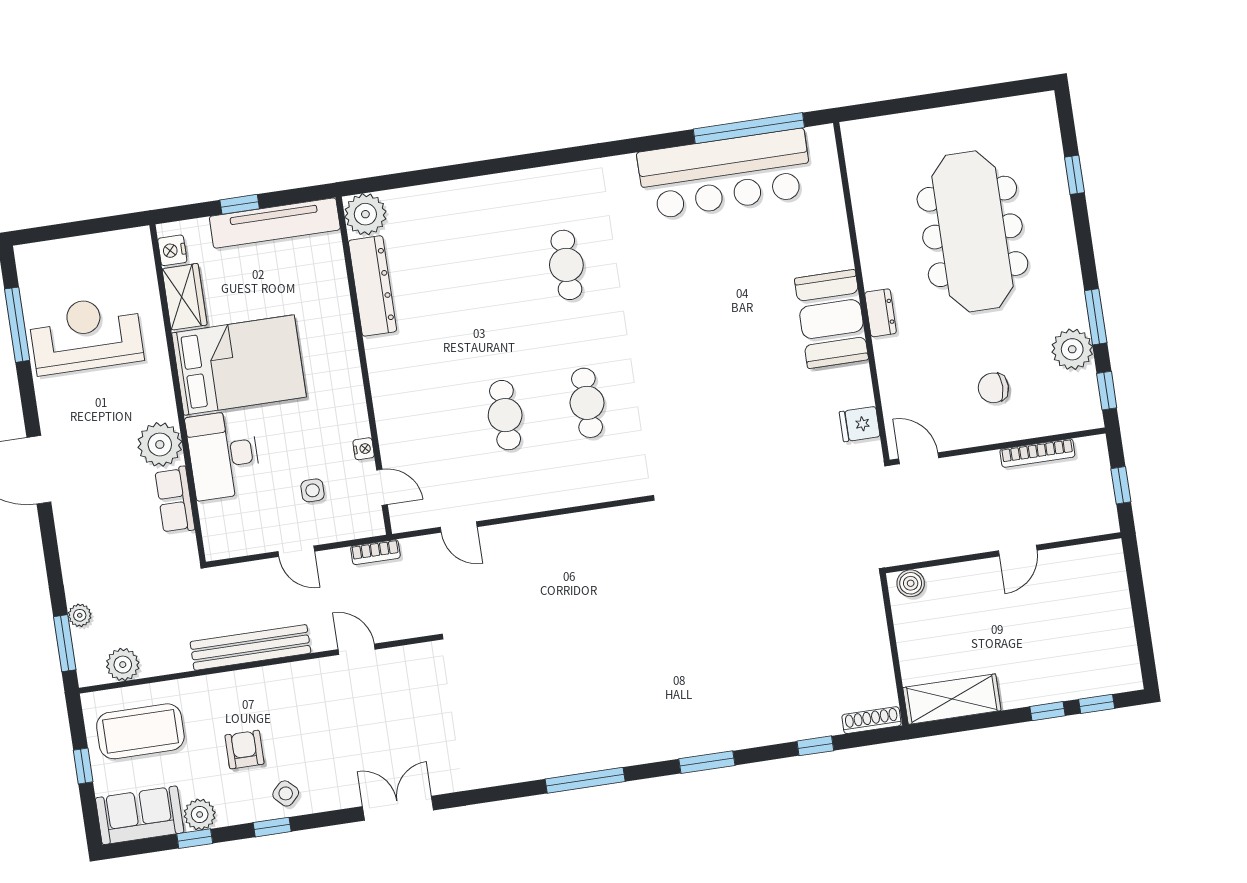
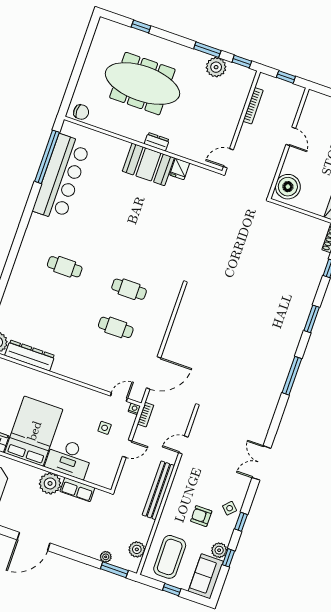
chair: (993, 388) -> (81, 112), moved, turned -90
fridge: (860, 424) -> (180, 169), moved
nightstand: (364, 449) -> (134, 409), moved
door: (459, 527) -> (154, 373), width x1.87
boiler: (911, 583) -> (288, 187), width x1.86, depth x1.86

